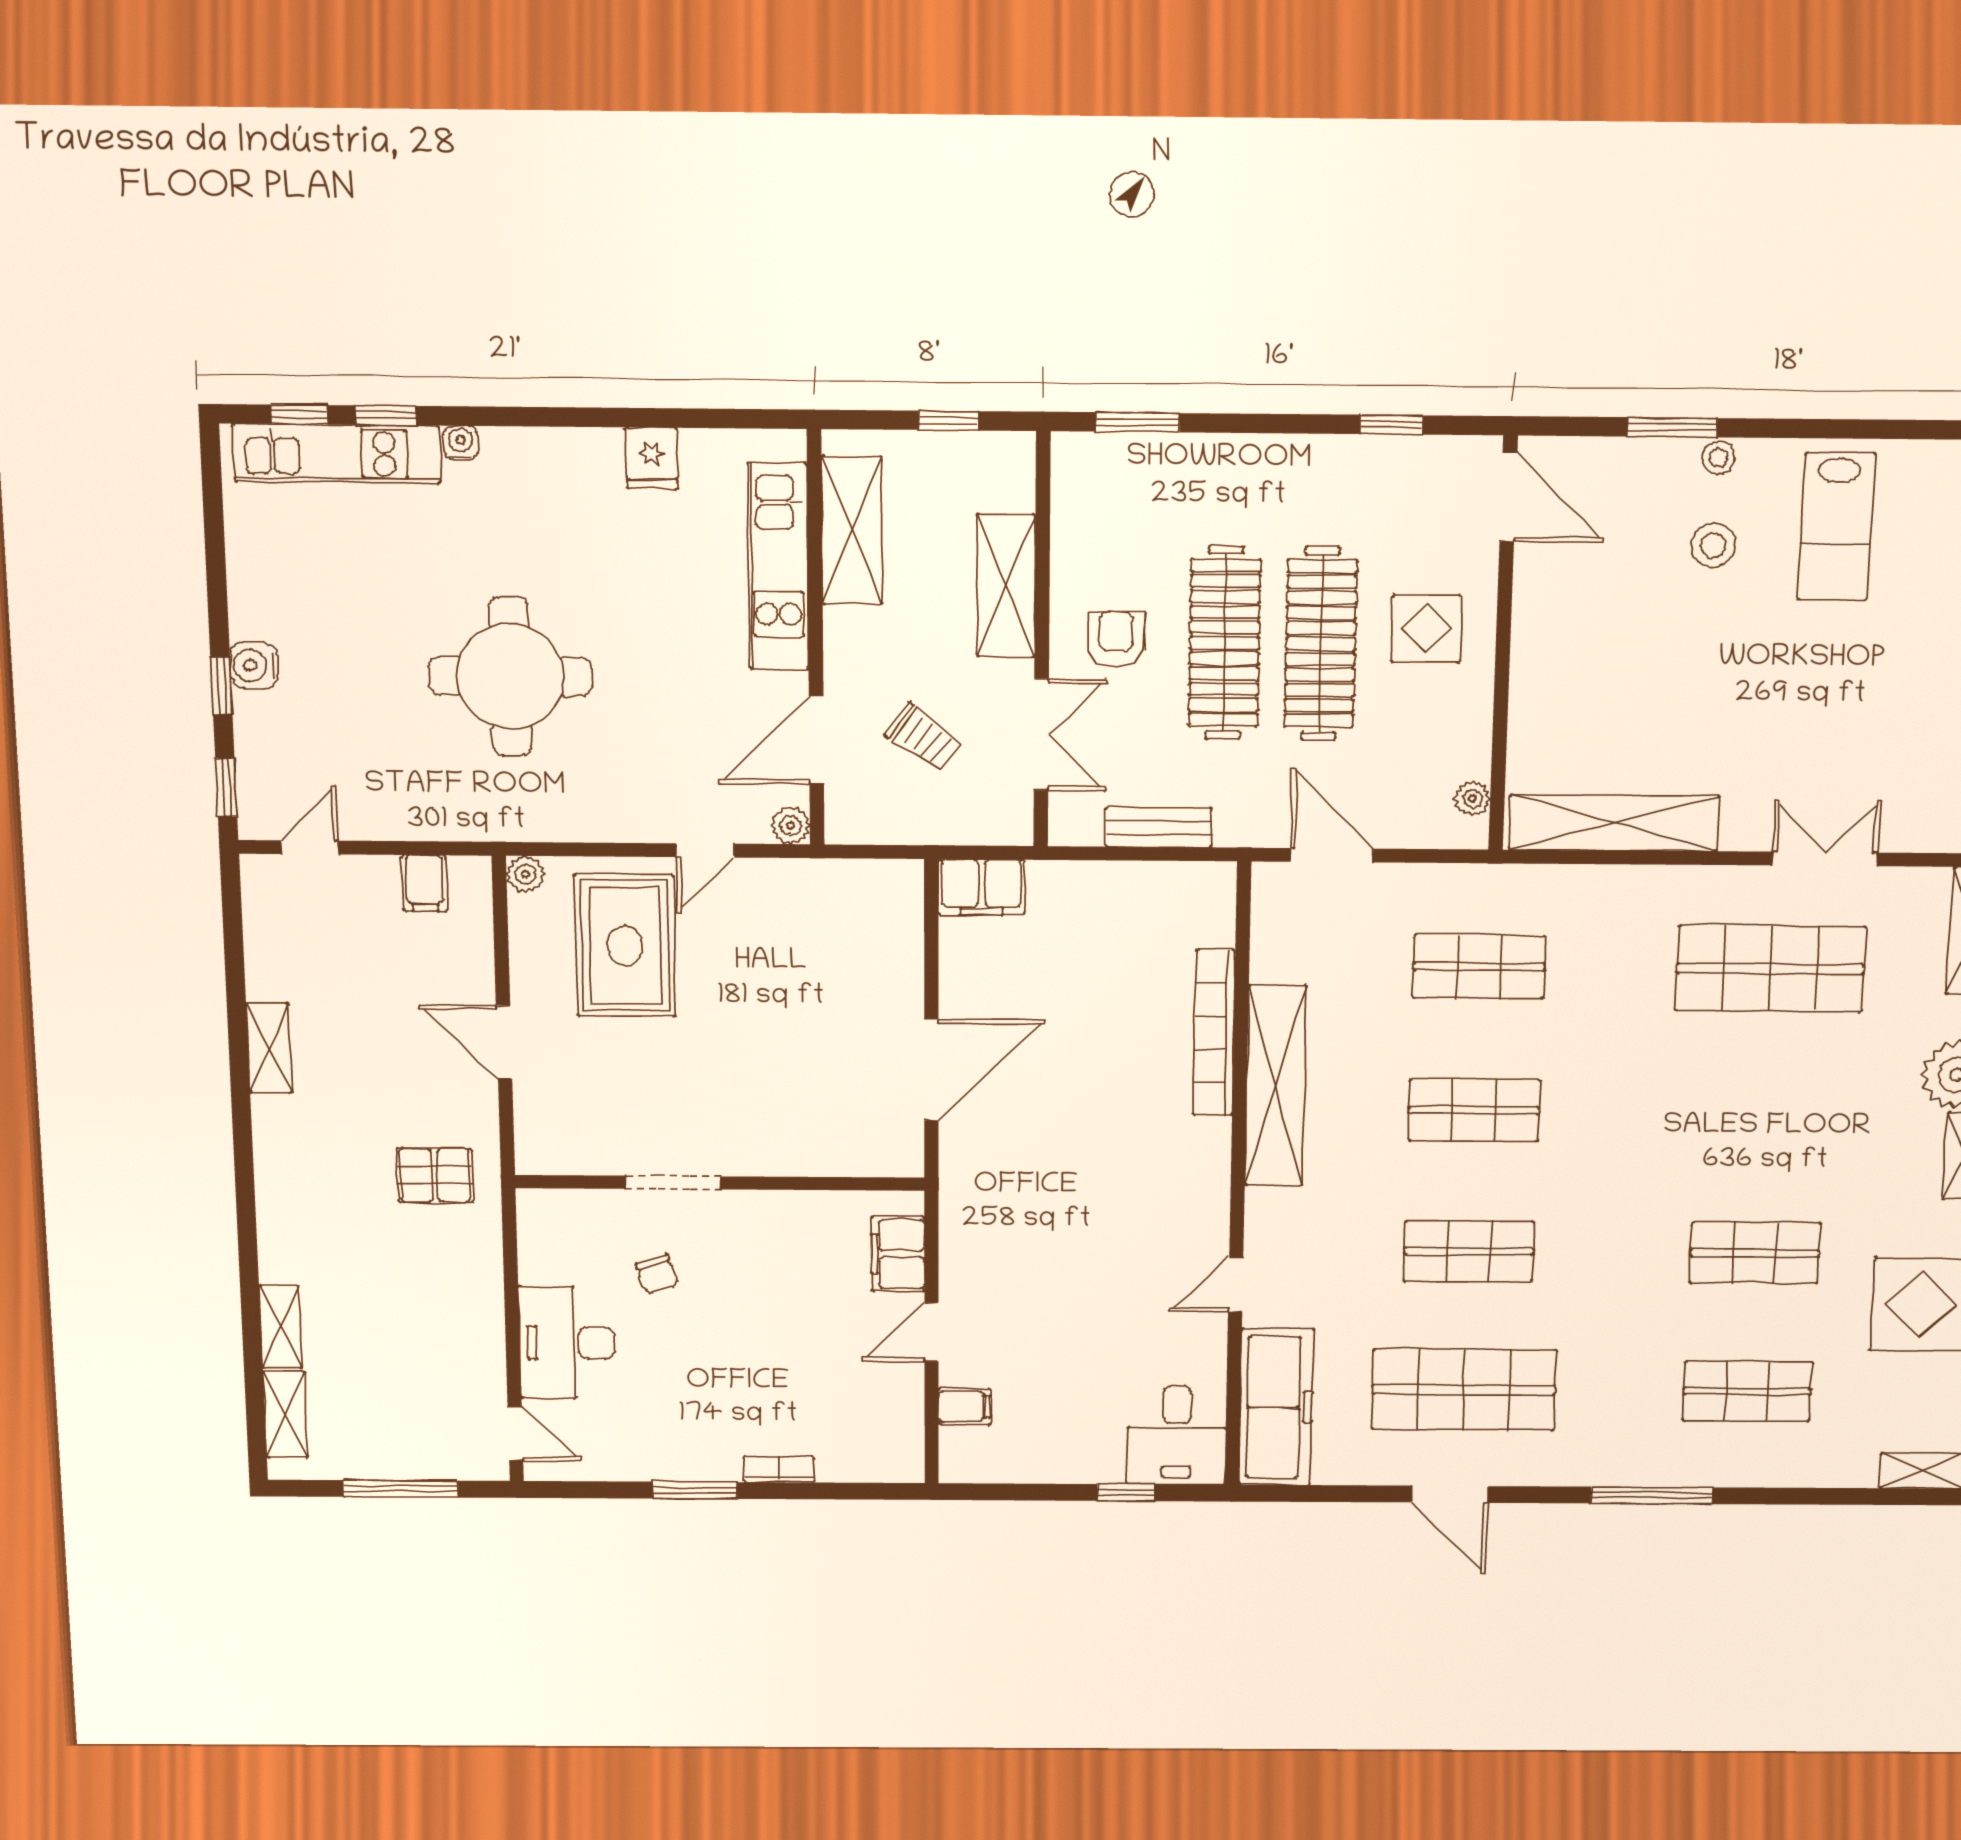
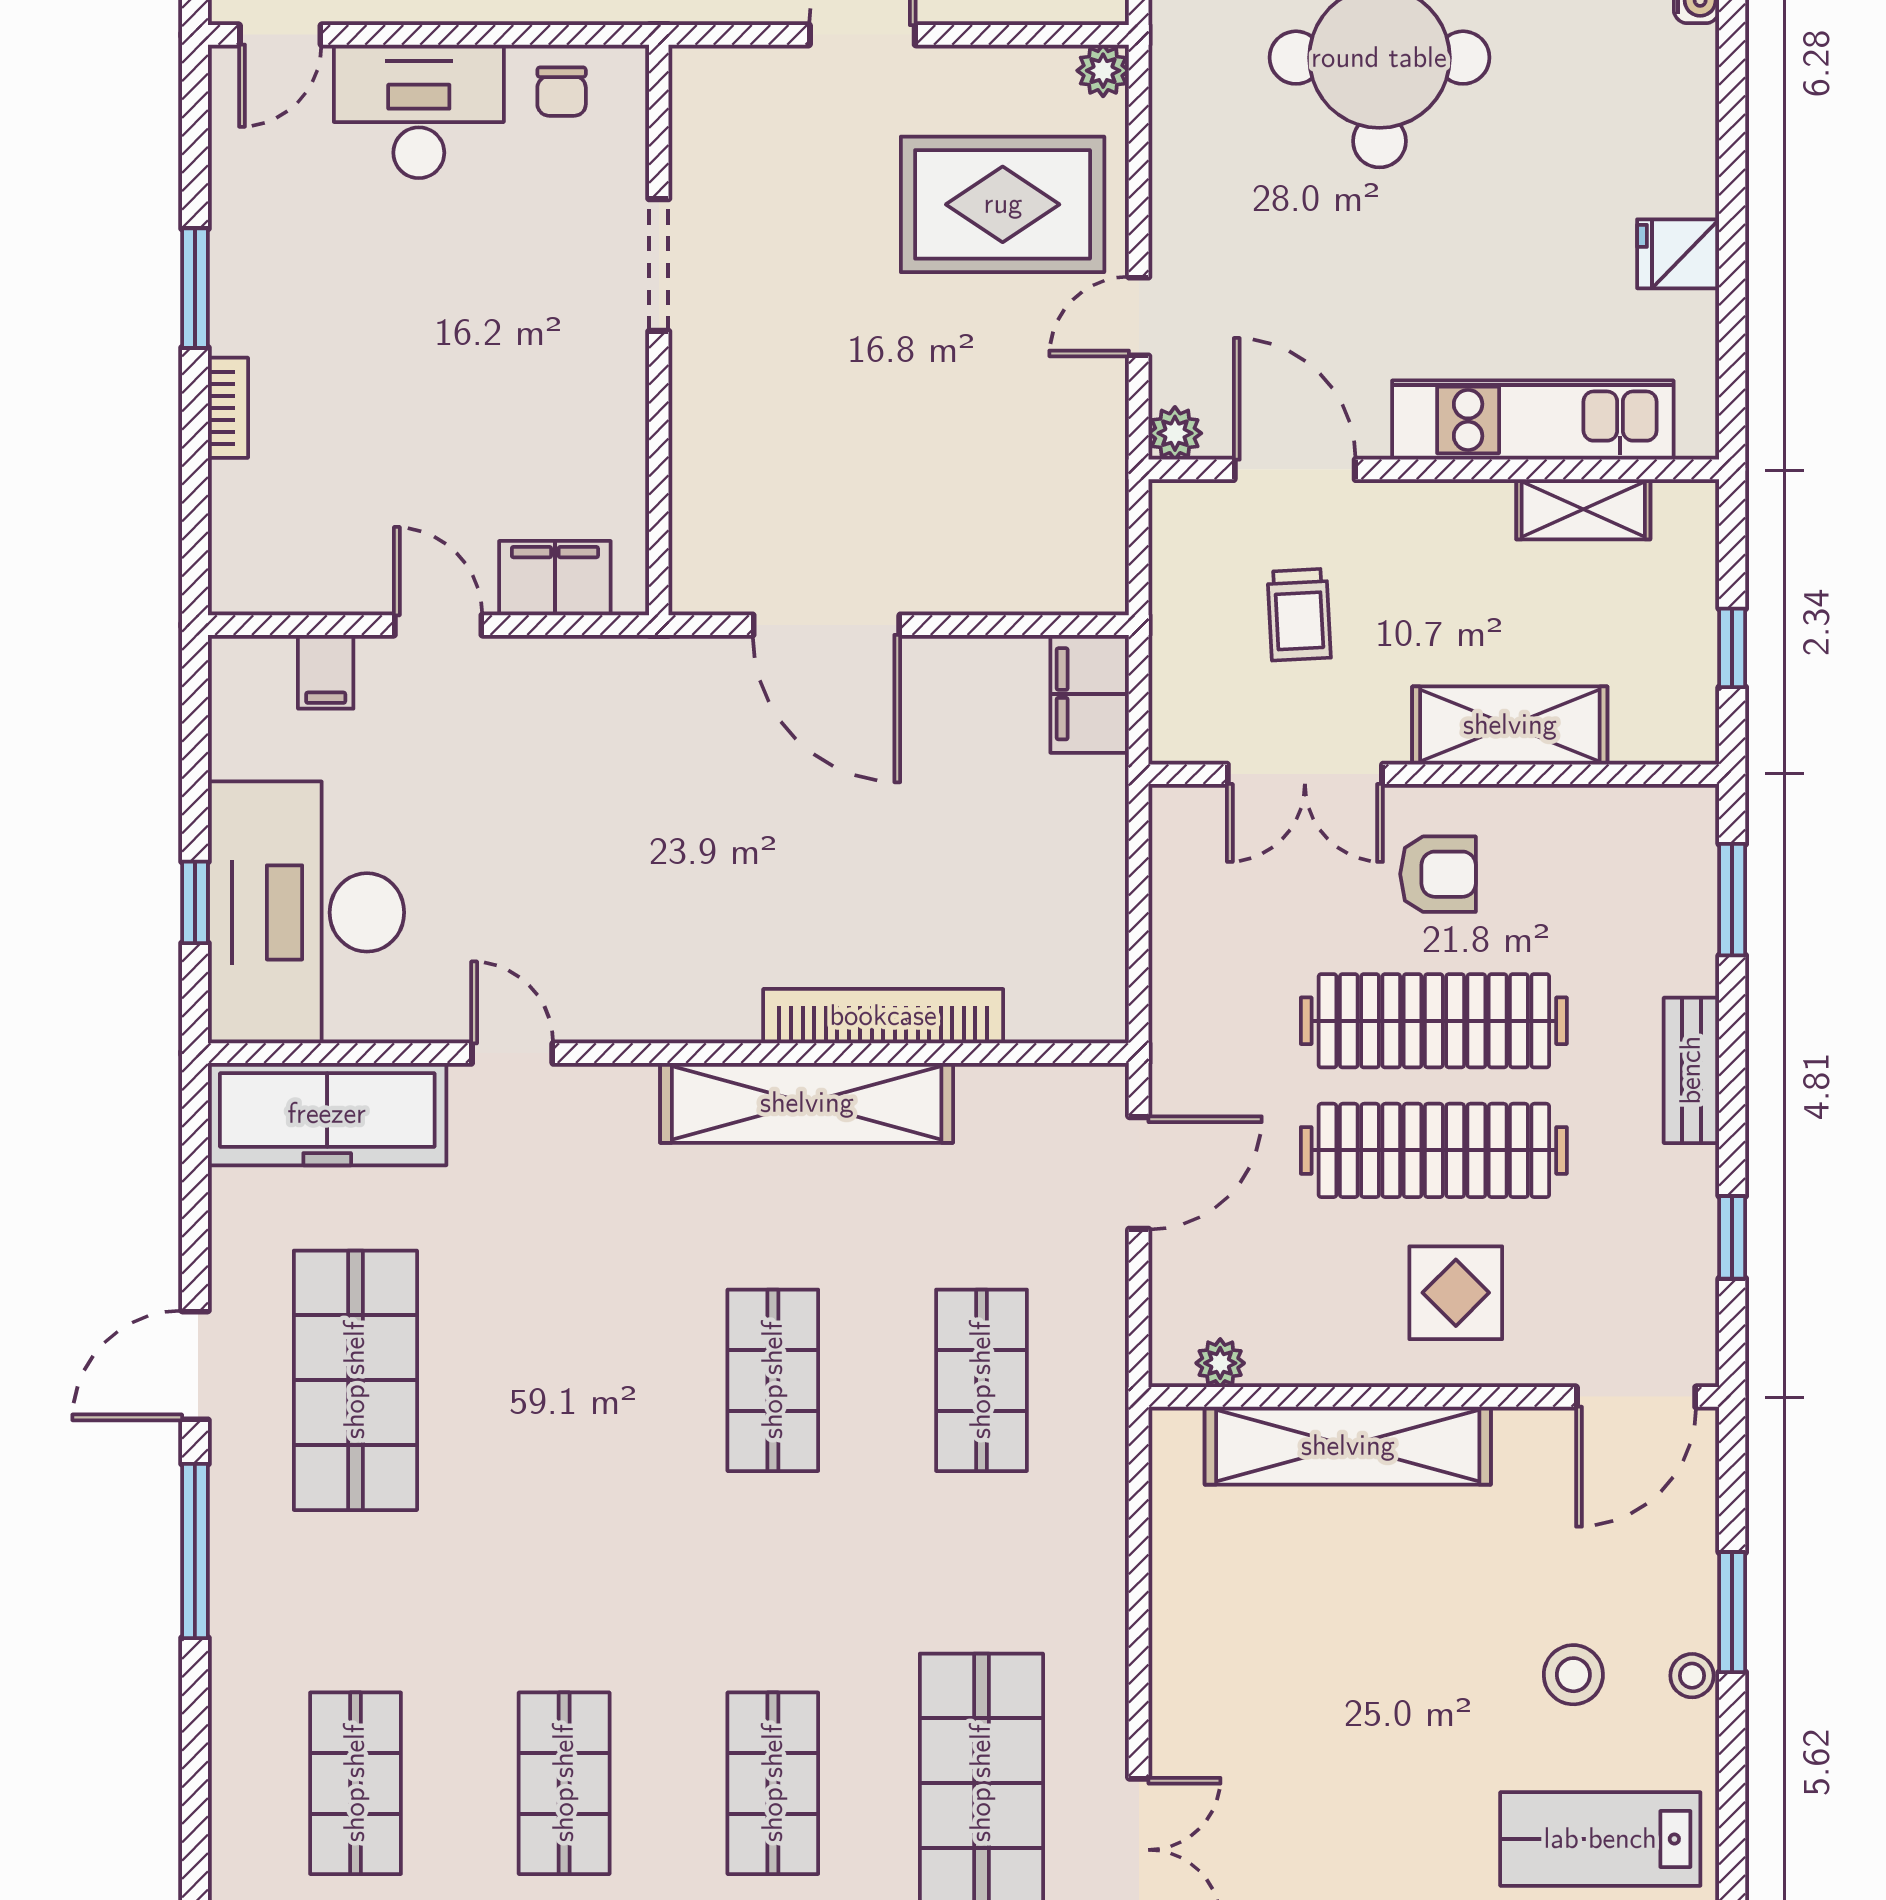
shelving: (852, 530) -> (1583, 509), width x0.67, depth x0.75
trolley: (924, 738) -> (1299, 615), turned -39
shelving: (1614, 823) -> (1348, 1446), moved, turned 90
bench: (1159, 827) -> (1691, 1070), moved
door: (705, 850) -> (1139, 316), hinge flipped
shop shelf: (1469, 1251) -> (773, 1783), moved
chair: (657, 1274) -> (562, 92), moved, turned -71
desk: (1177, 1435) -> (306, 912), width x1.87, depth x1.30
window: (1652, 1495) -> (195, 1551), moved

